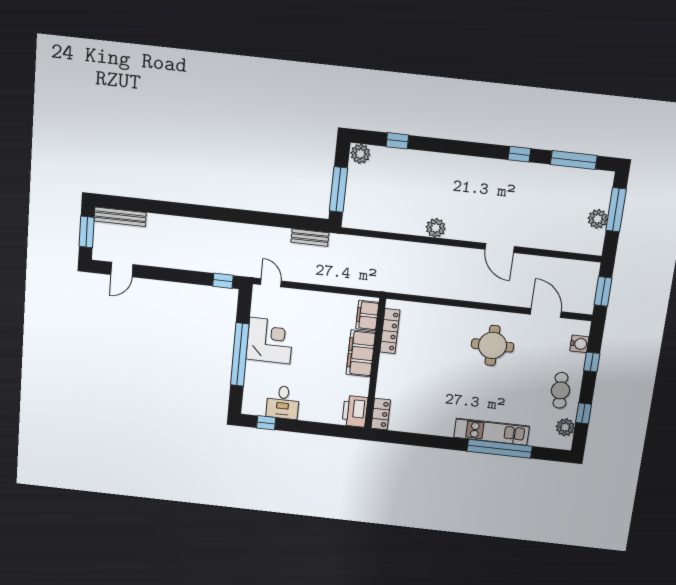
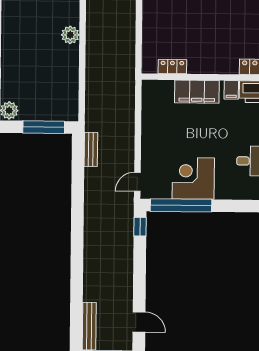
filing cabinet: (367, 315) -> (231, 90), moved, width x0.50
locker: (390, 331) -> (172, 67), width x0.66
window: (240, 355) -> (181, 205), moved

